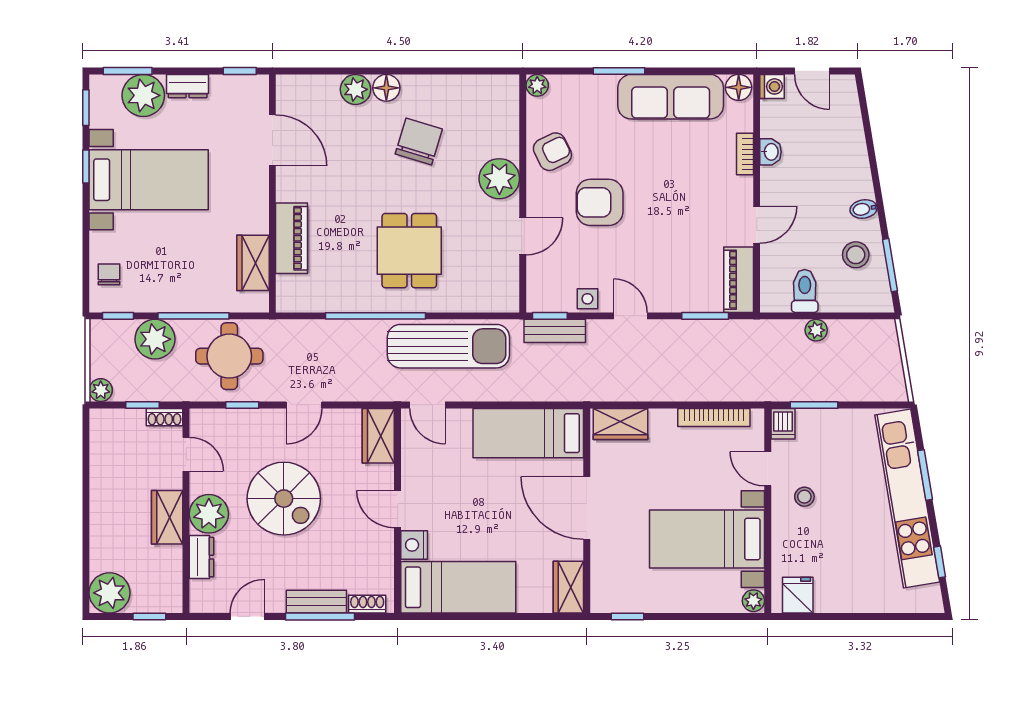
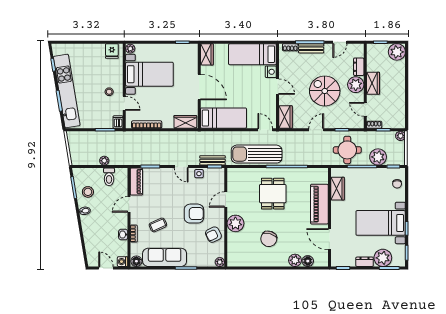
floor lamp: (386, 88) -> (308, 261), moved
coffee table: (687, 175) -> (158, 225), added
piano: (292, 238) -> (319, 204), width x1.37, depth x1.33

